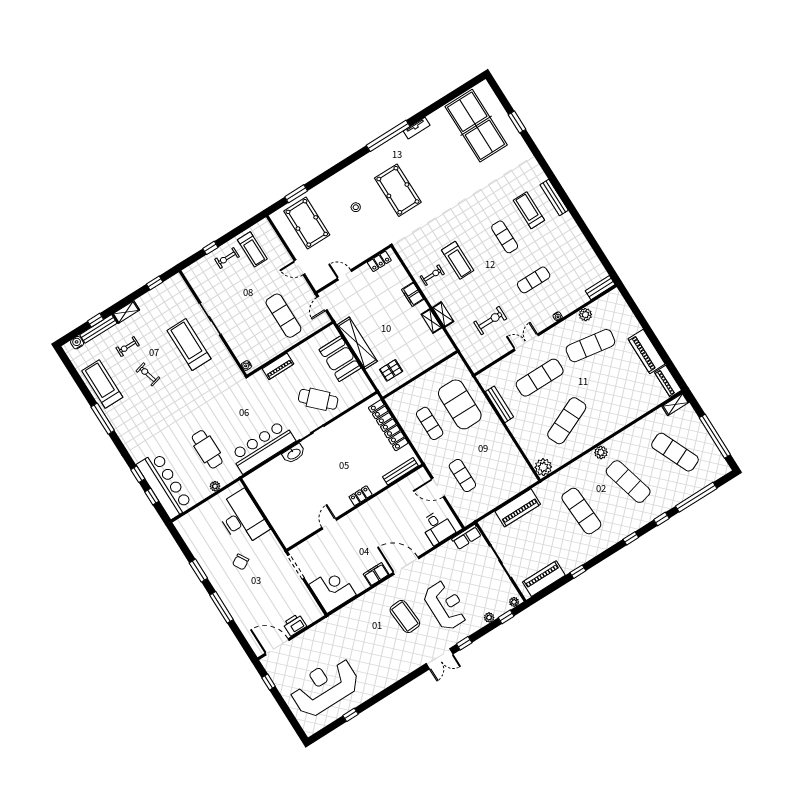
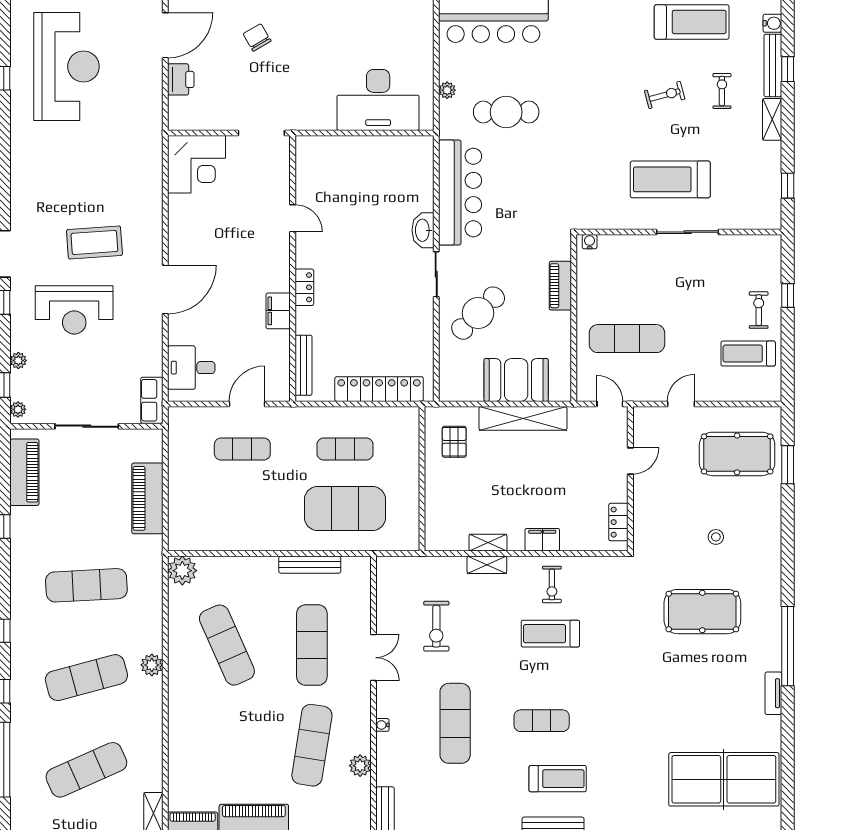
exercise mat: (534, 280) -> (455, 723), width x1.36, depth x1.45
treadmill: (189, 345) -> (670, 179), turned 180
chair: (241, 562) -> (257, 37), moved
filing cabinet: (376, 574) -> (278, 311), moved, turned 180

